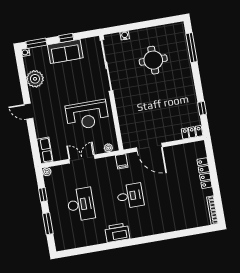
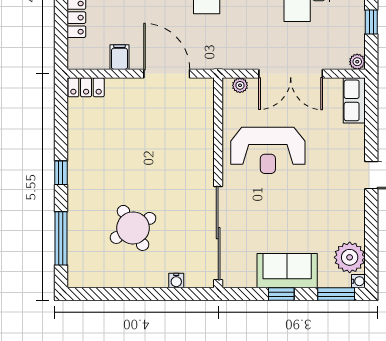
round table: (153, 60) -> (133, 228), turned -30
plant: (35, 79) -> (350, 257), moved
window: (202, 108) -> (61, 173), moved
reception desk: (87, 115) -> (268, 150), turned 180
double door: (82, 159) -> (291, 74), width x1.37
filing cabinet: (122, 161) -> (119, 57), moved

